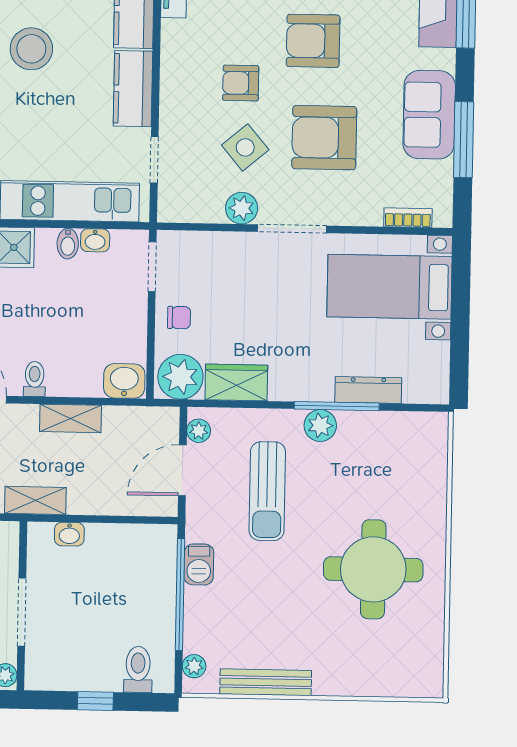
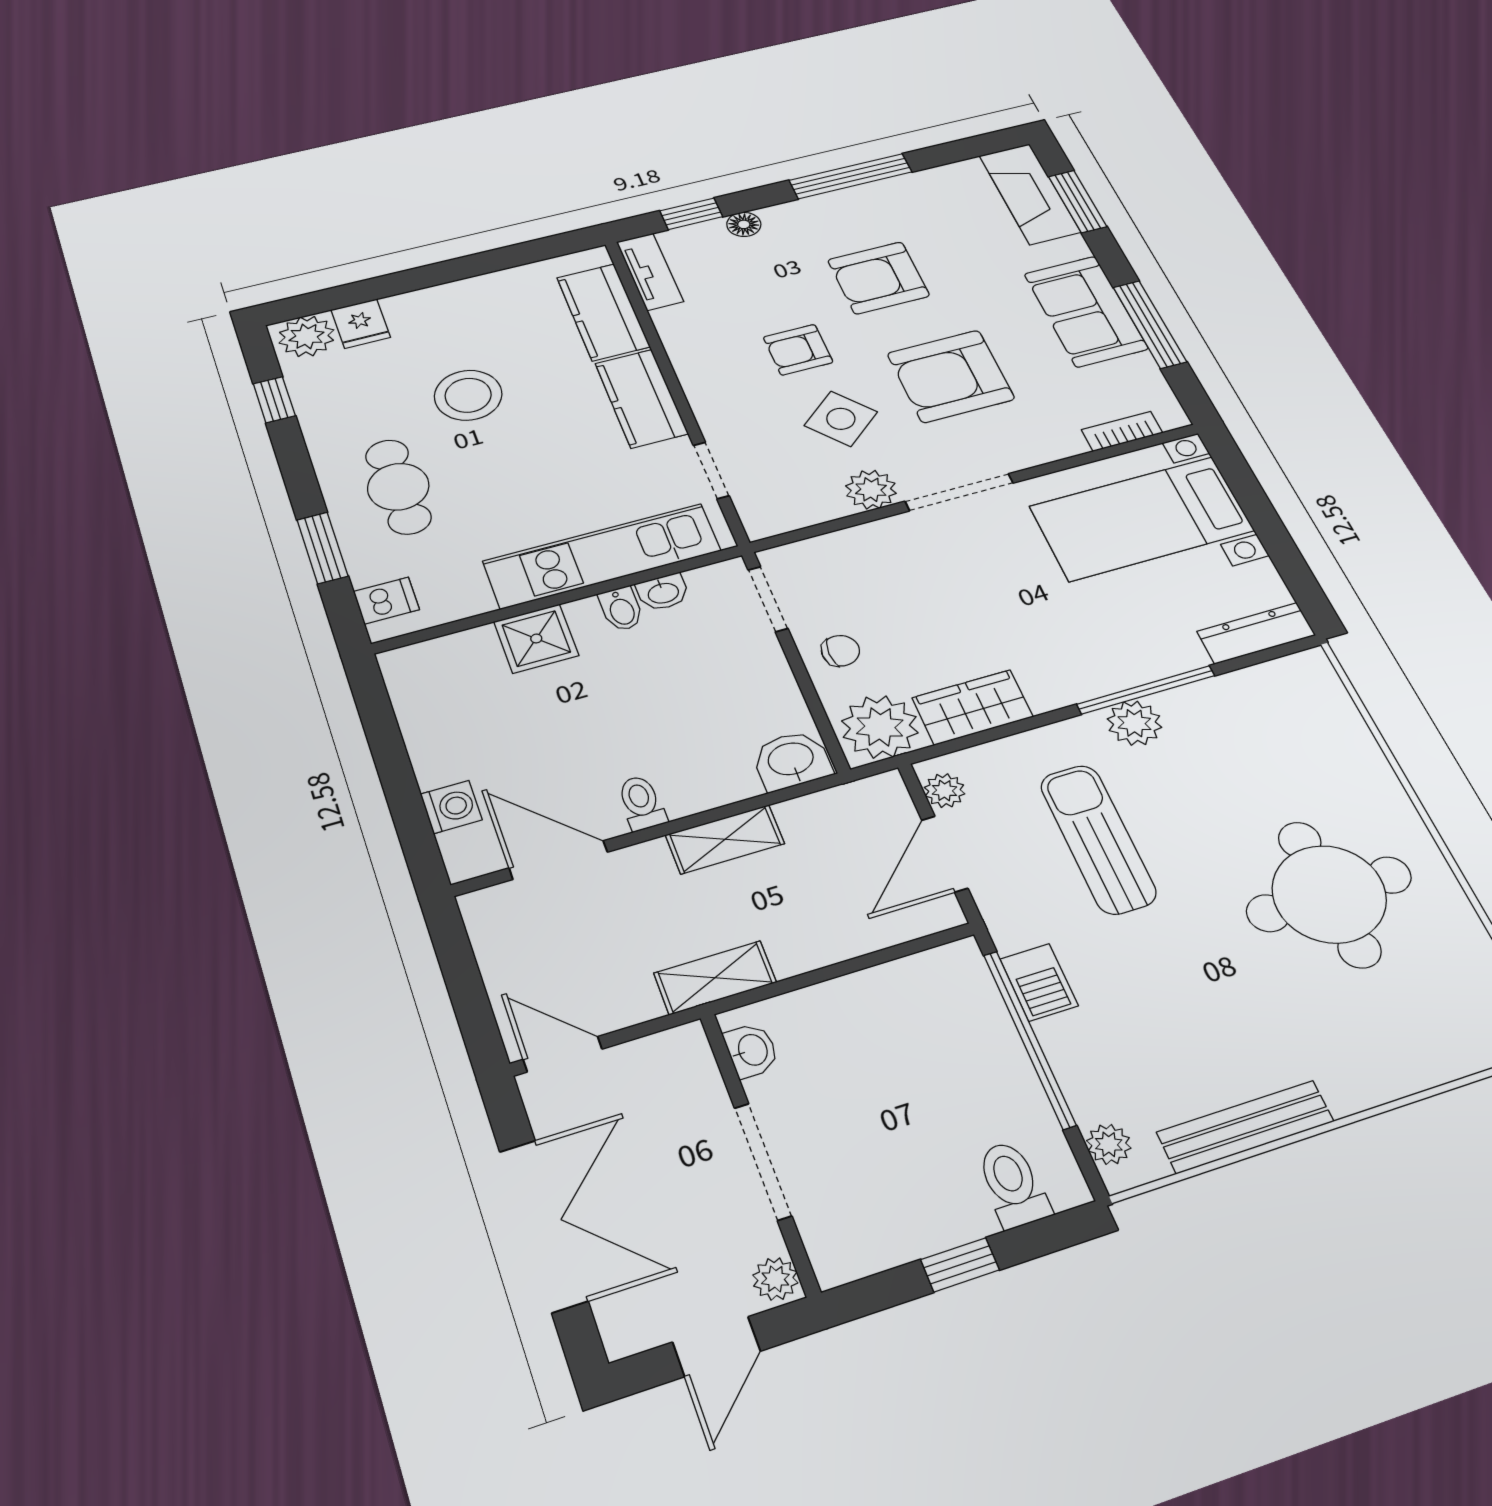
dresser: (368, 390) -> (1256, 633), moved
sun lounger: (267, 491) -> (1098, 839), turned 180
washbasin: (69, 534) -> (752, 1050), moved, turned -90

